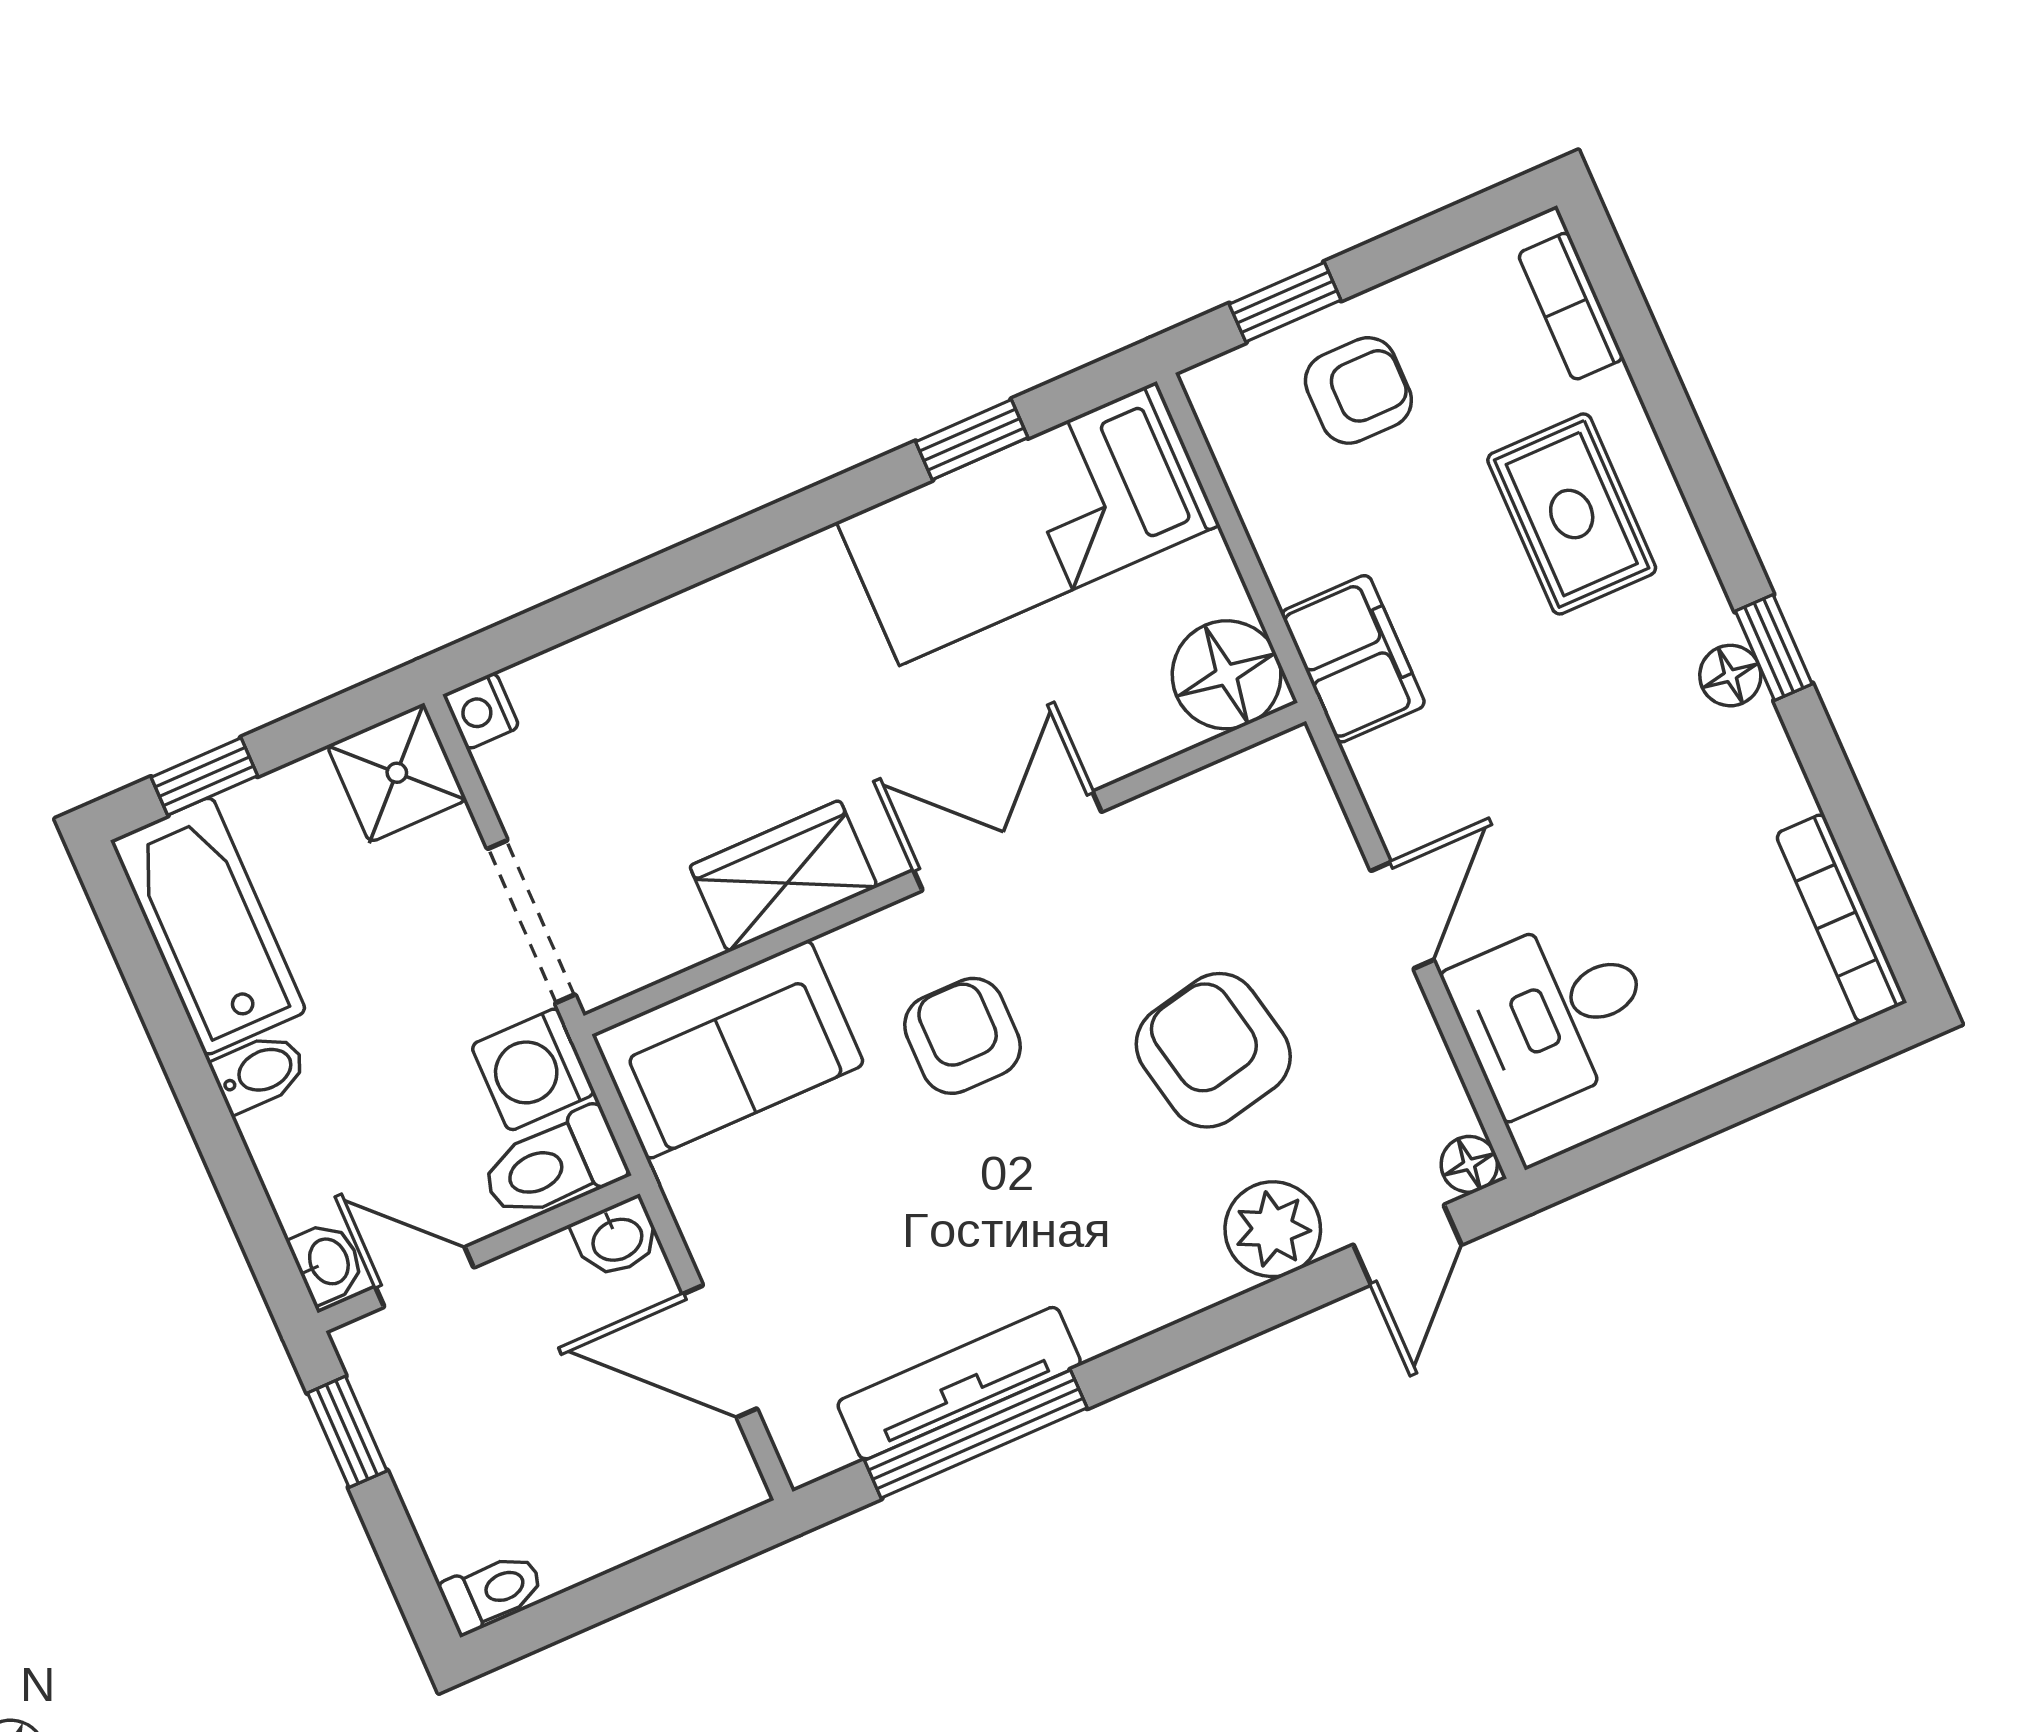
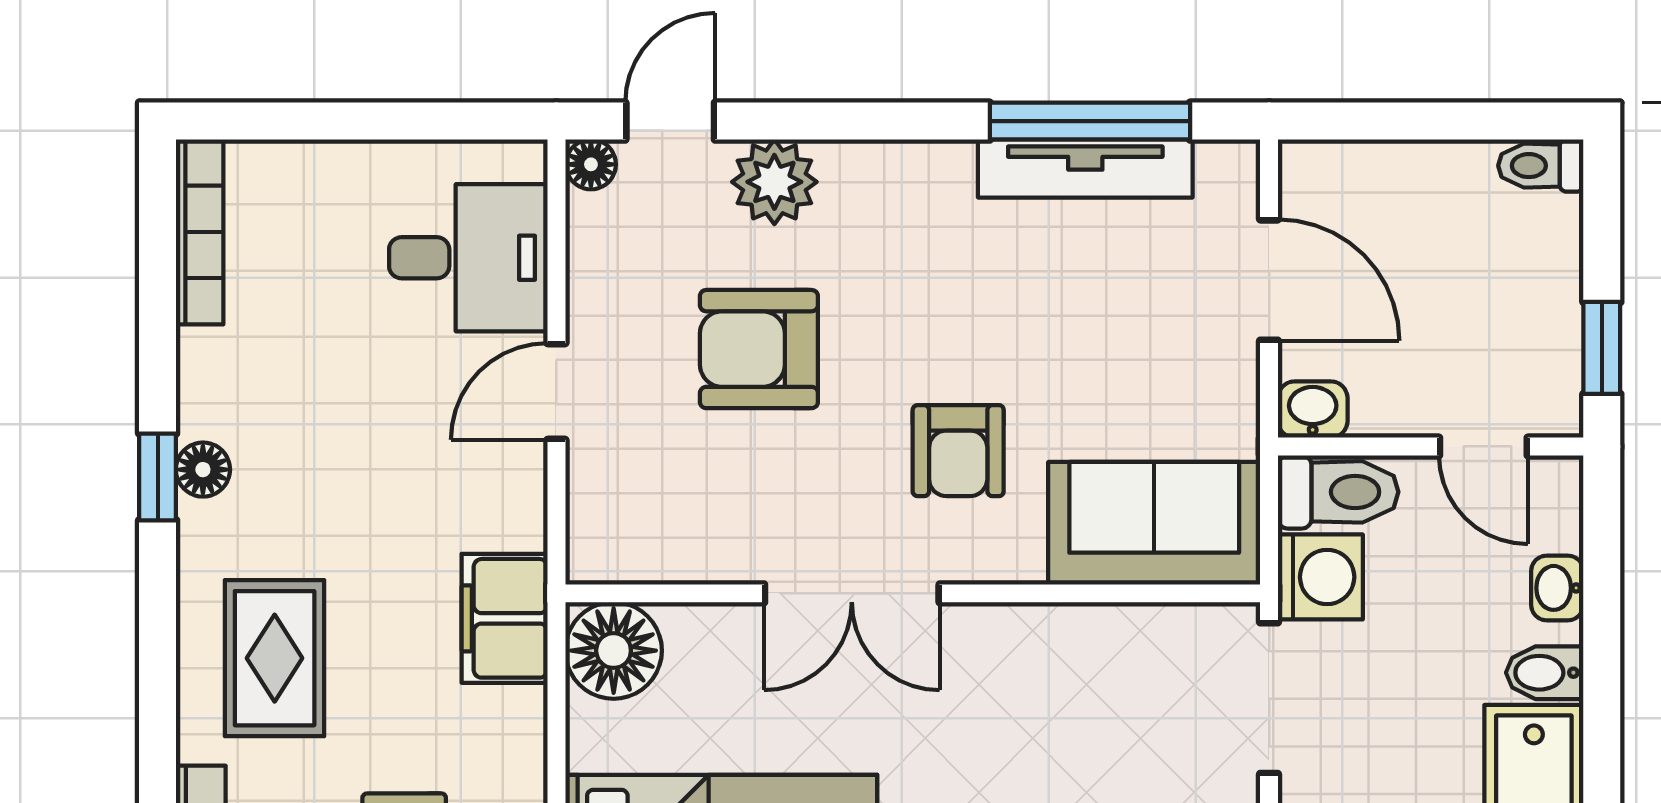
wardrobe: (784, 876) -> (1047, 645), removed
armchair: (1213, 1050) -> (759, 349), turned 102
washbasin: (327, 1262) -> (1557, 588), moved

